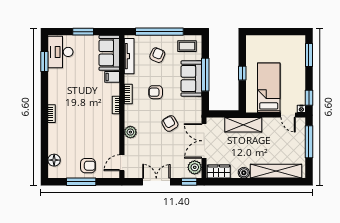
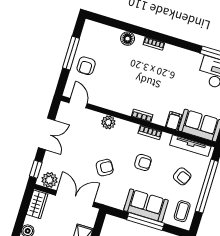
armchair: (156, 92) -> (143, 162), turned 90
floor lamp: (54, 160) -> (128, 39), moved

